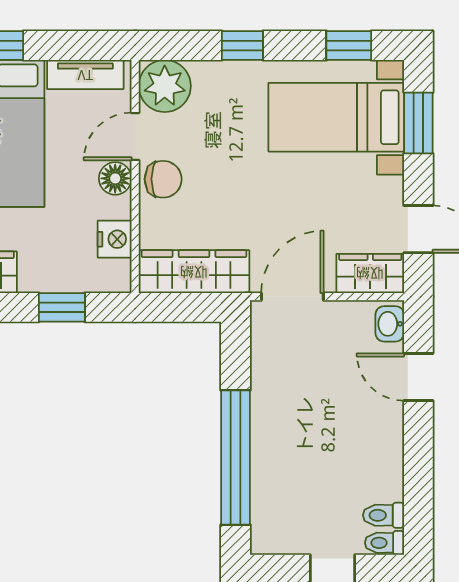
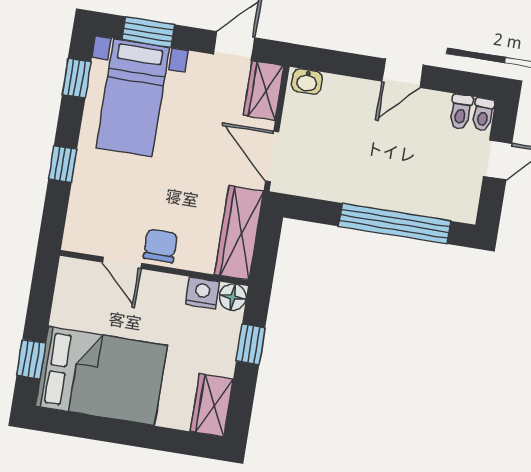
tv unit: (85, 75) -> (65, 295), removed
plant: (165, 86) -> (85, 232), removed
floor lamp: (115, 178) -> (233, 297), moved
door: (418, 377) -> (403, 73), moved

